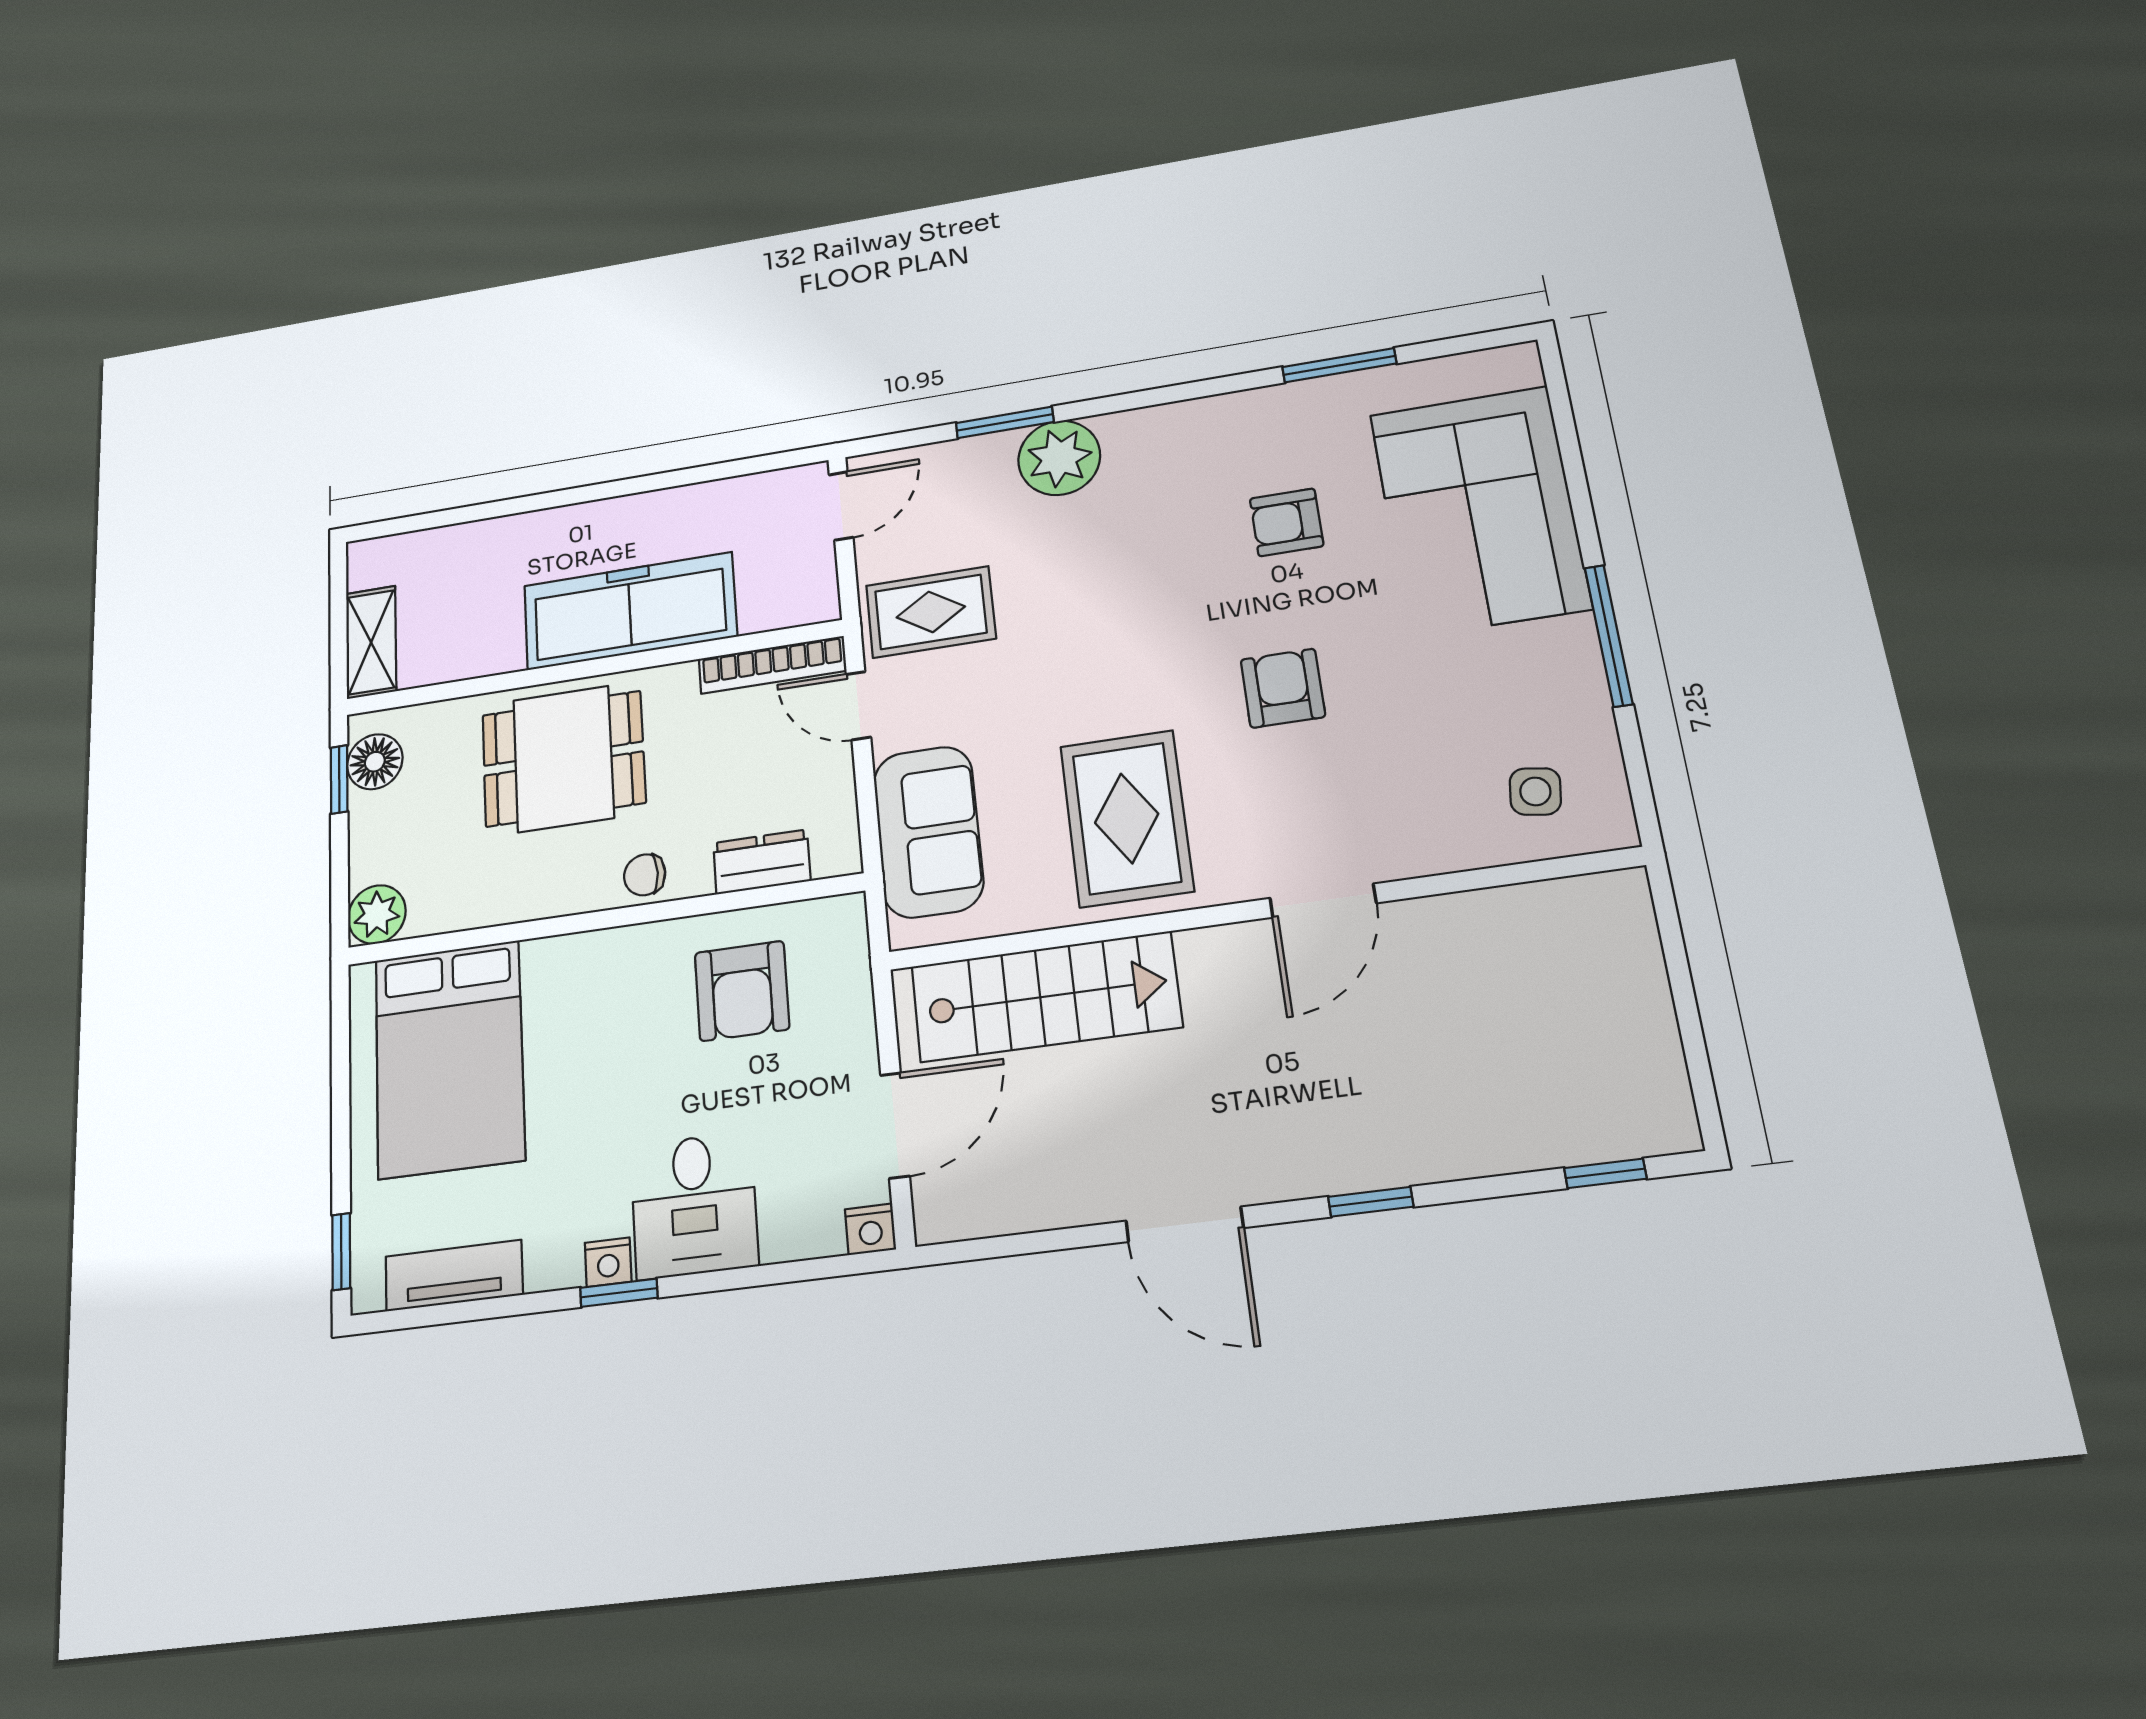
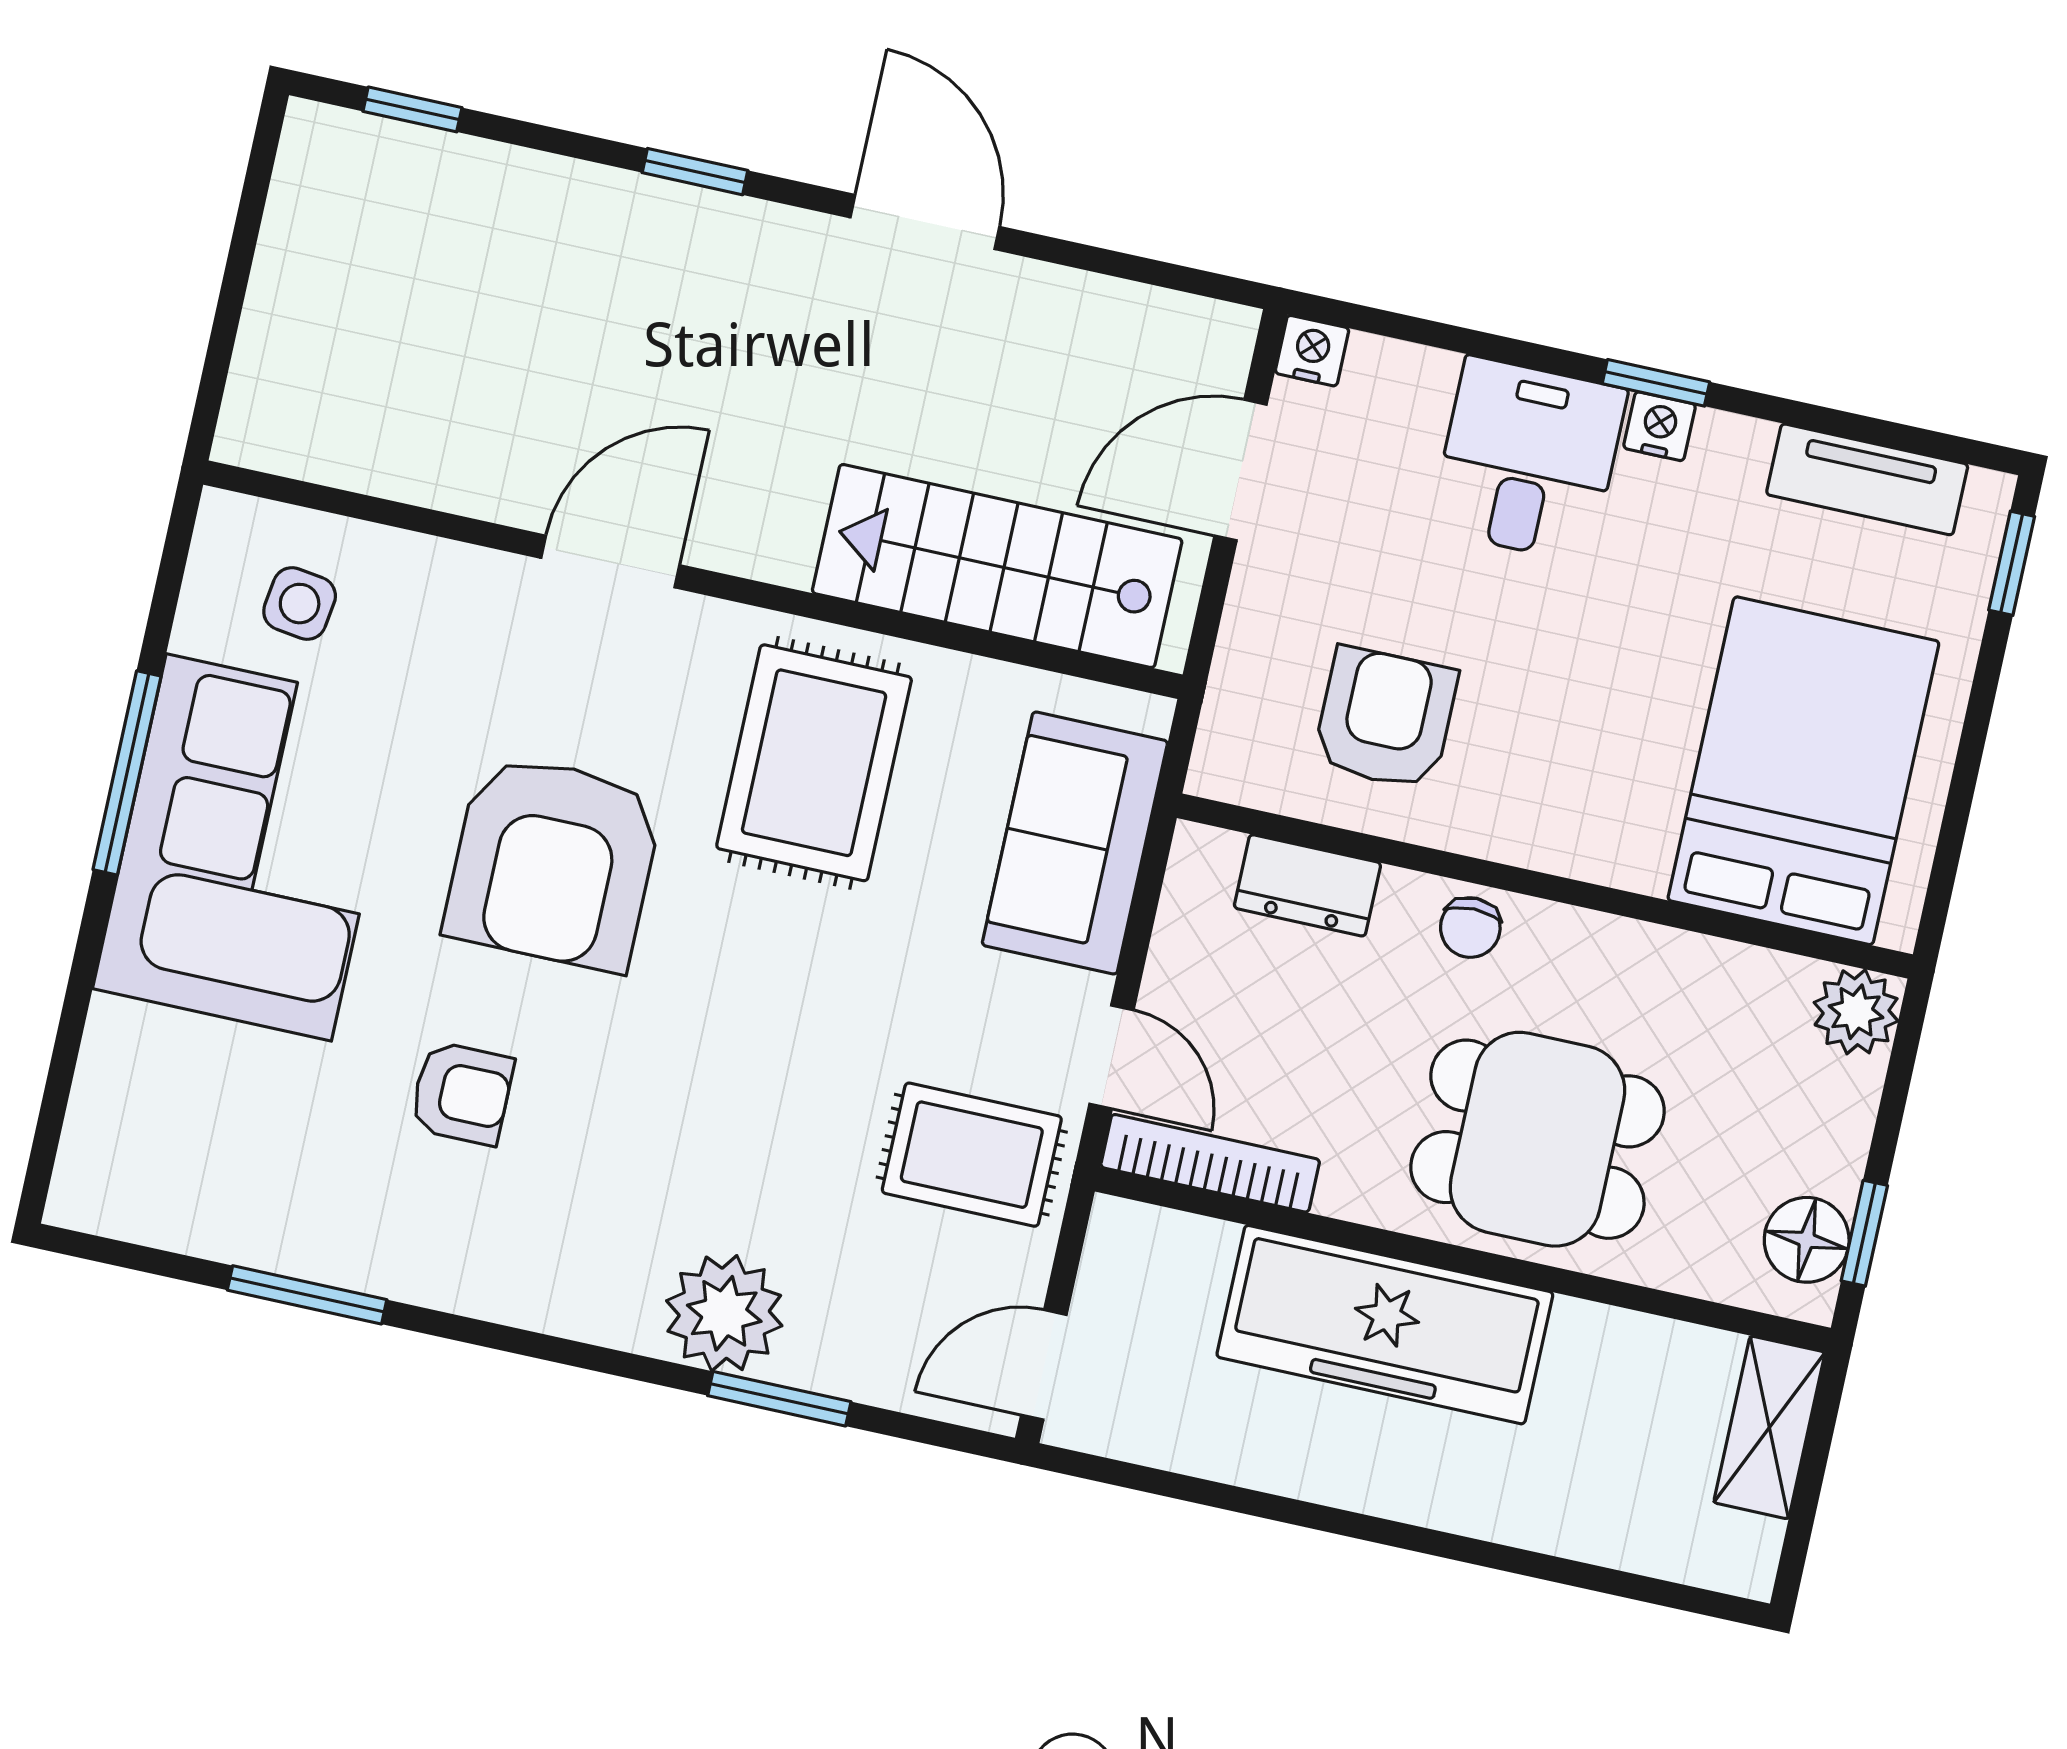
corner sofa: (1479, 510) -> (249, 847), moved
armchair: (1283, 688) -> (554, 862), width x1.88, depth x1.88
chair: (645, 875) -> (1470, 928), turned 90

